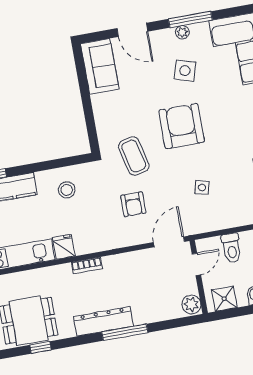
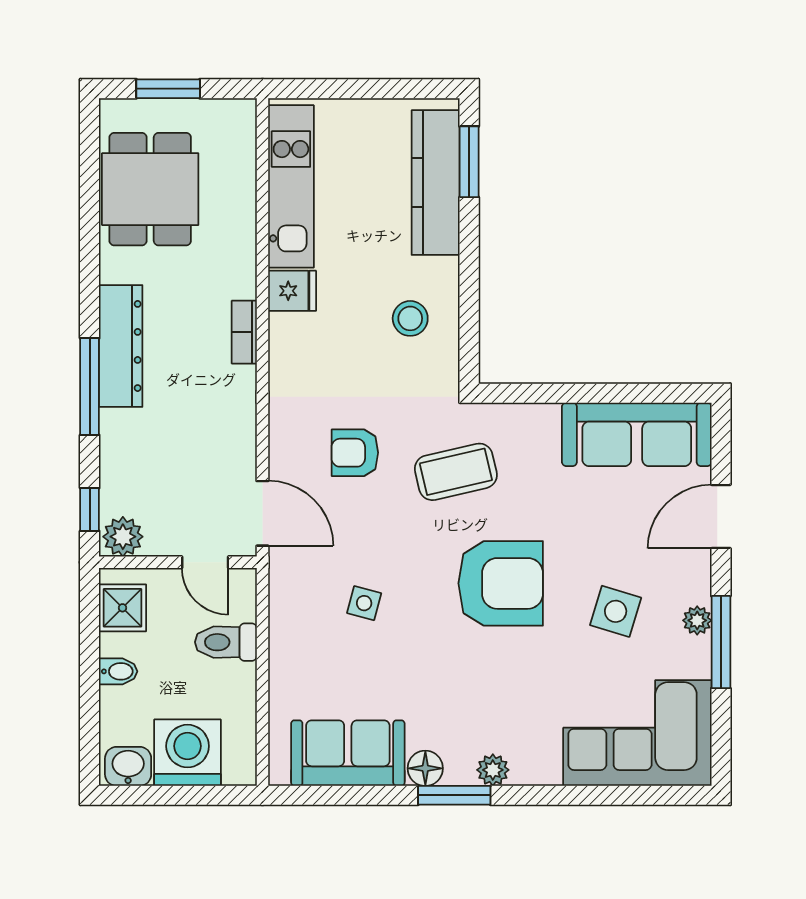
sofa: (100, 66) -> (637, 434), width x1.36
window: (40, 347) -> (90, 510), moved

